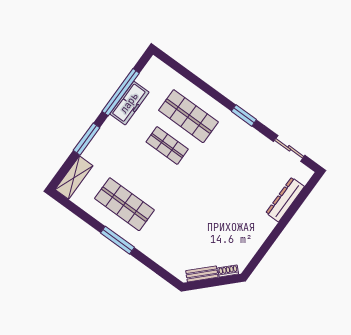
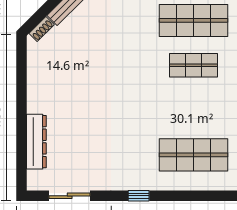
window: (244, 115) -> (139, 196), width x0.67
shop shelf: (167, 145) -> (193, 65), moved

